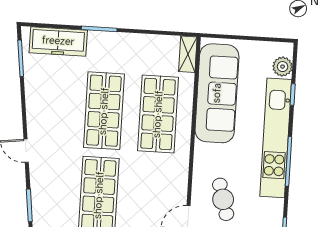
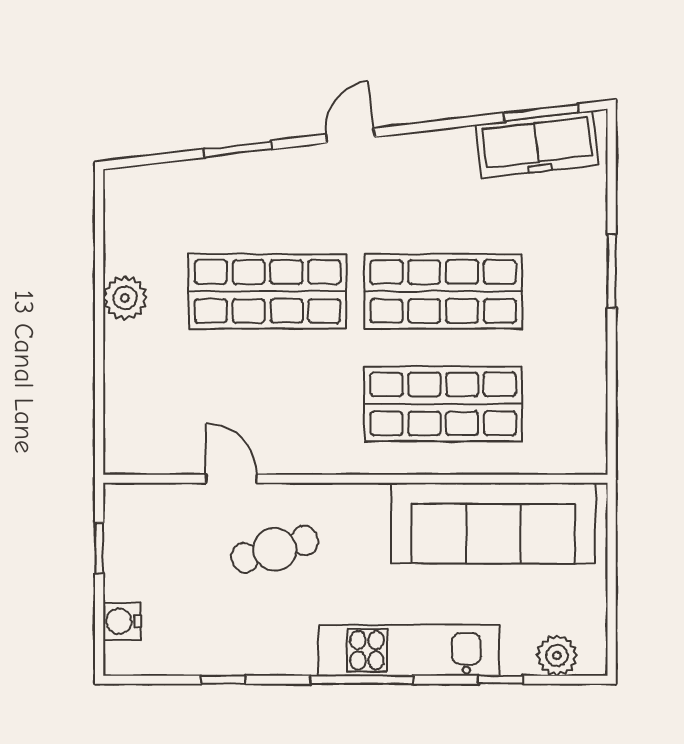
freezer: (58, 41) -> (537, 145), moved, turned -97
shelving: (188, 54) -> (570, 458), removed
kitchen unit: (276, 138) -> (409, 650), width x0.73

